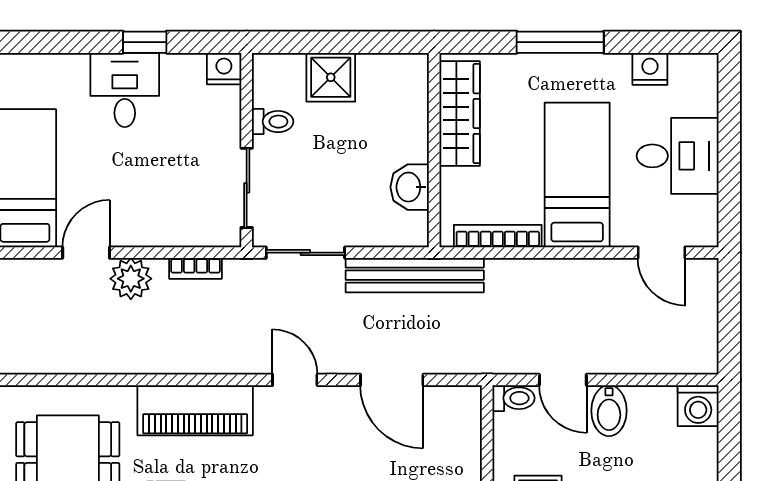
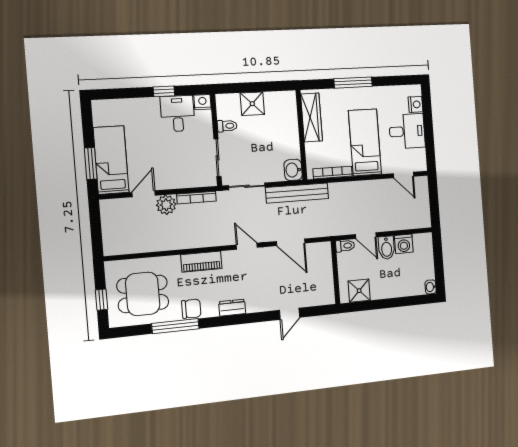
nightstand: (650, 69) -> (416, 104), moved, turned 90
desk: (125, 90) -> (178, 114), moved
washbasin: (410, 187) -> (293, 170), moved
bookcase: (195, 268) -> (196, 198), width x1.56
washing machine: (698, 406) -> (404, 244), moved
piano: (195, 410) -> (201, 262), width x0.73, depth x0.75

